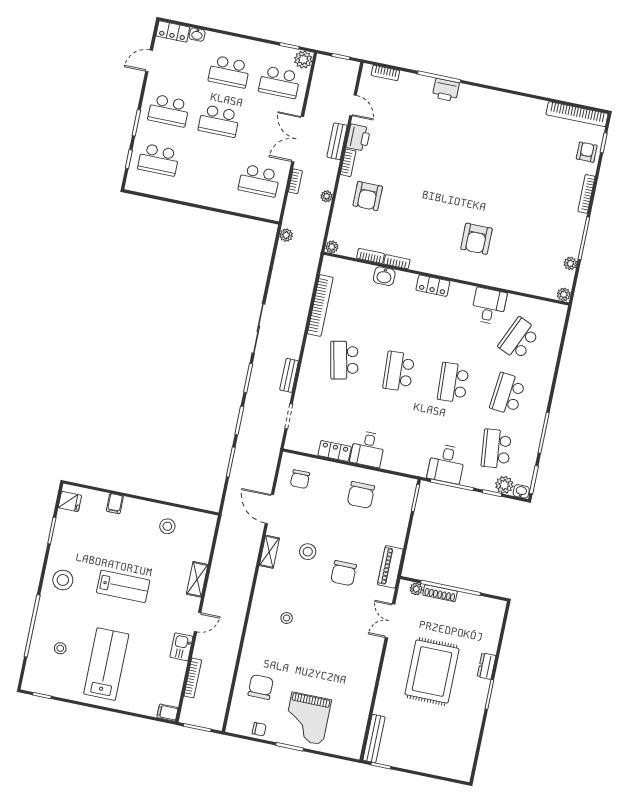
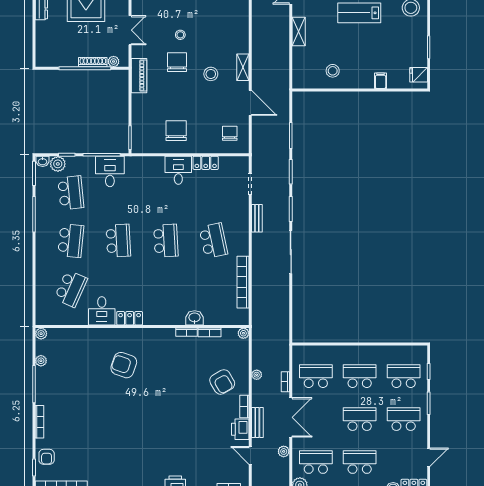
school desk: (209, 170) -> (360, 376), added
armchair: (368, 196) -> (222, 382), turned 150
plant: (286, 235) -> (284, 451), moved
armchair: (476, 239) -> (124, 365), turned -71
locker: (433, 286) -> (130, 318), moved
stool: (287, 618) -> (180, 35), moved

